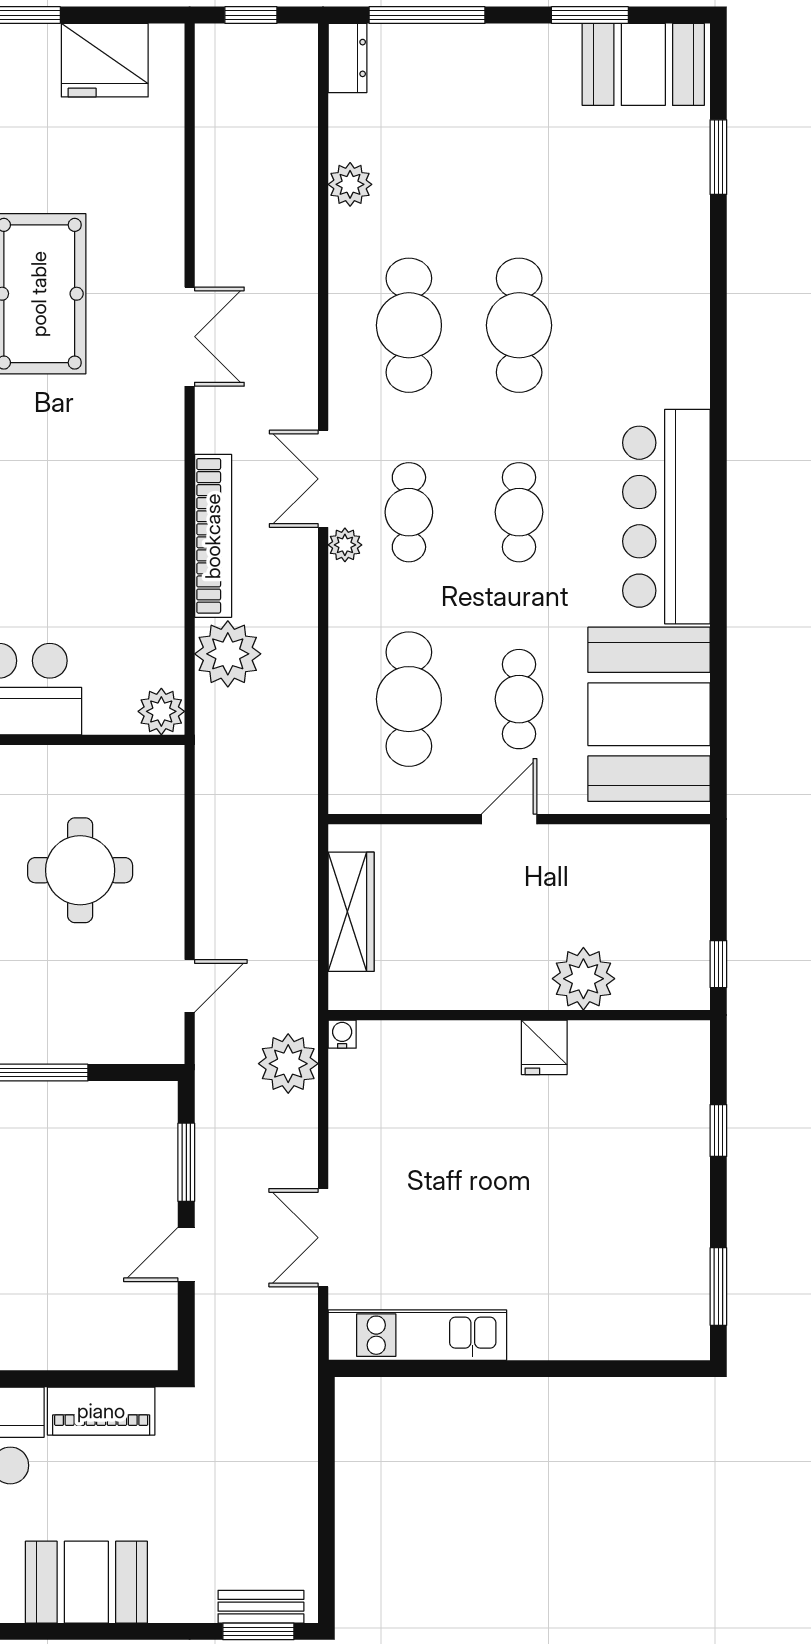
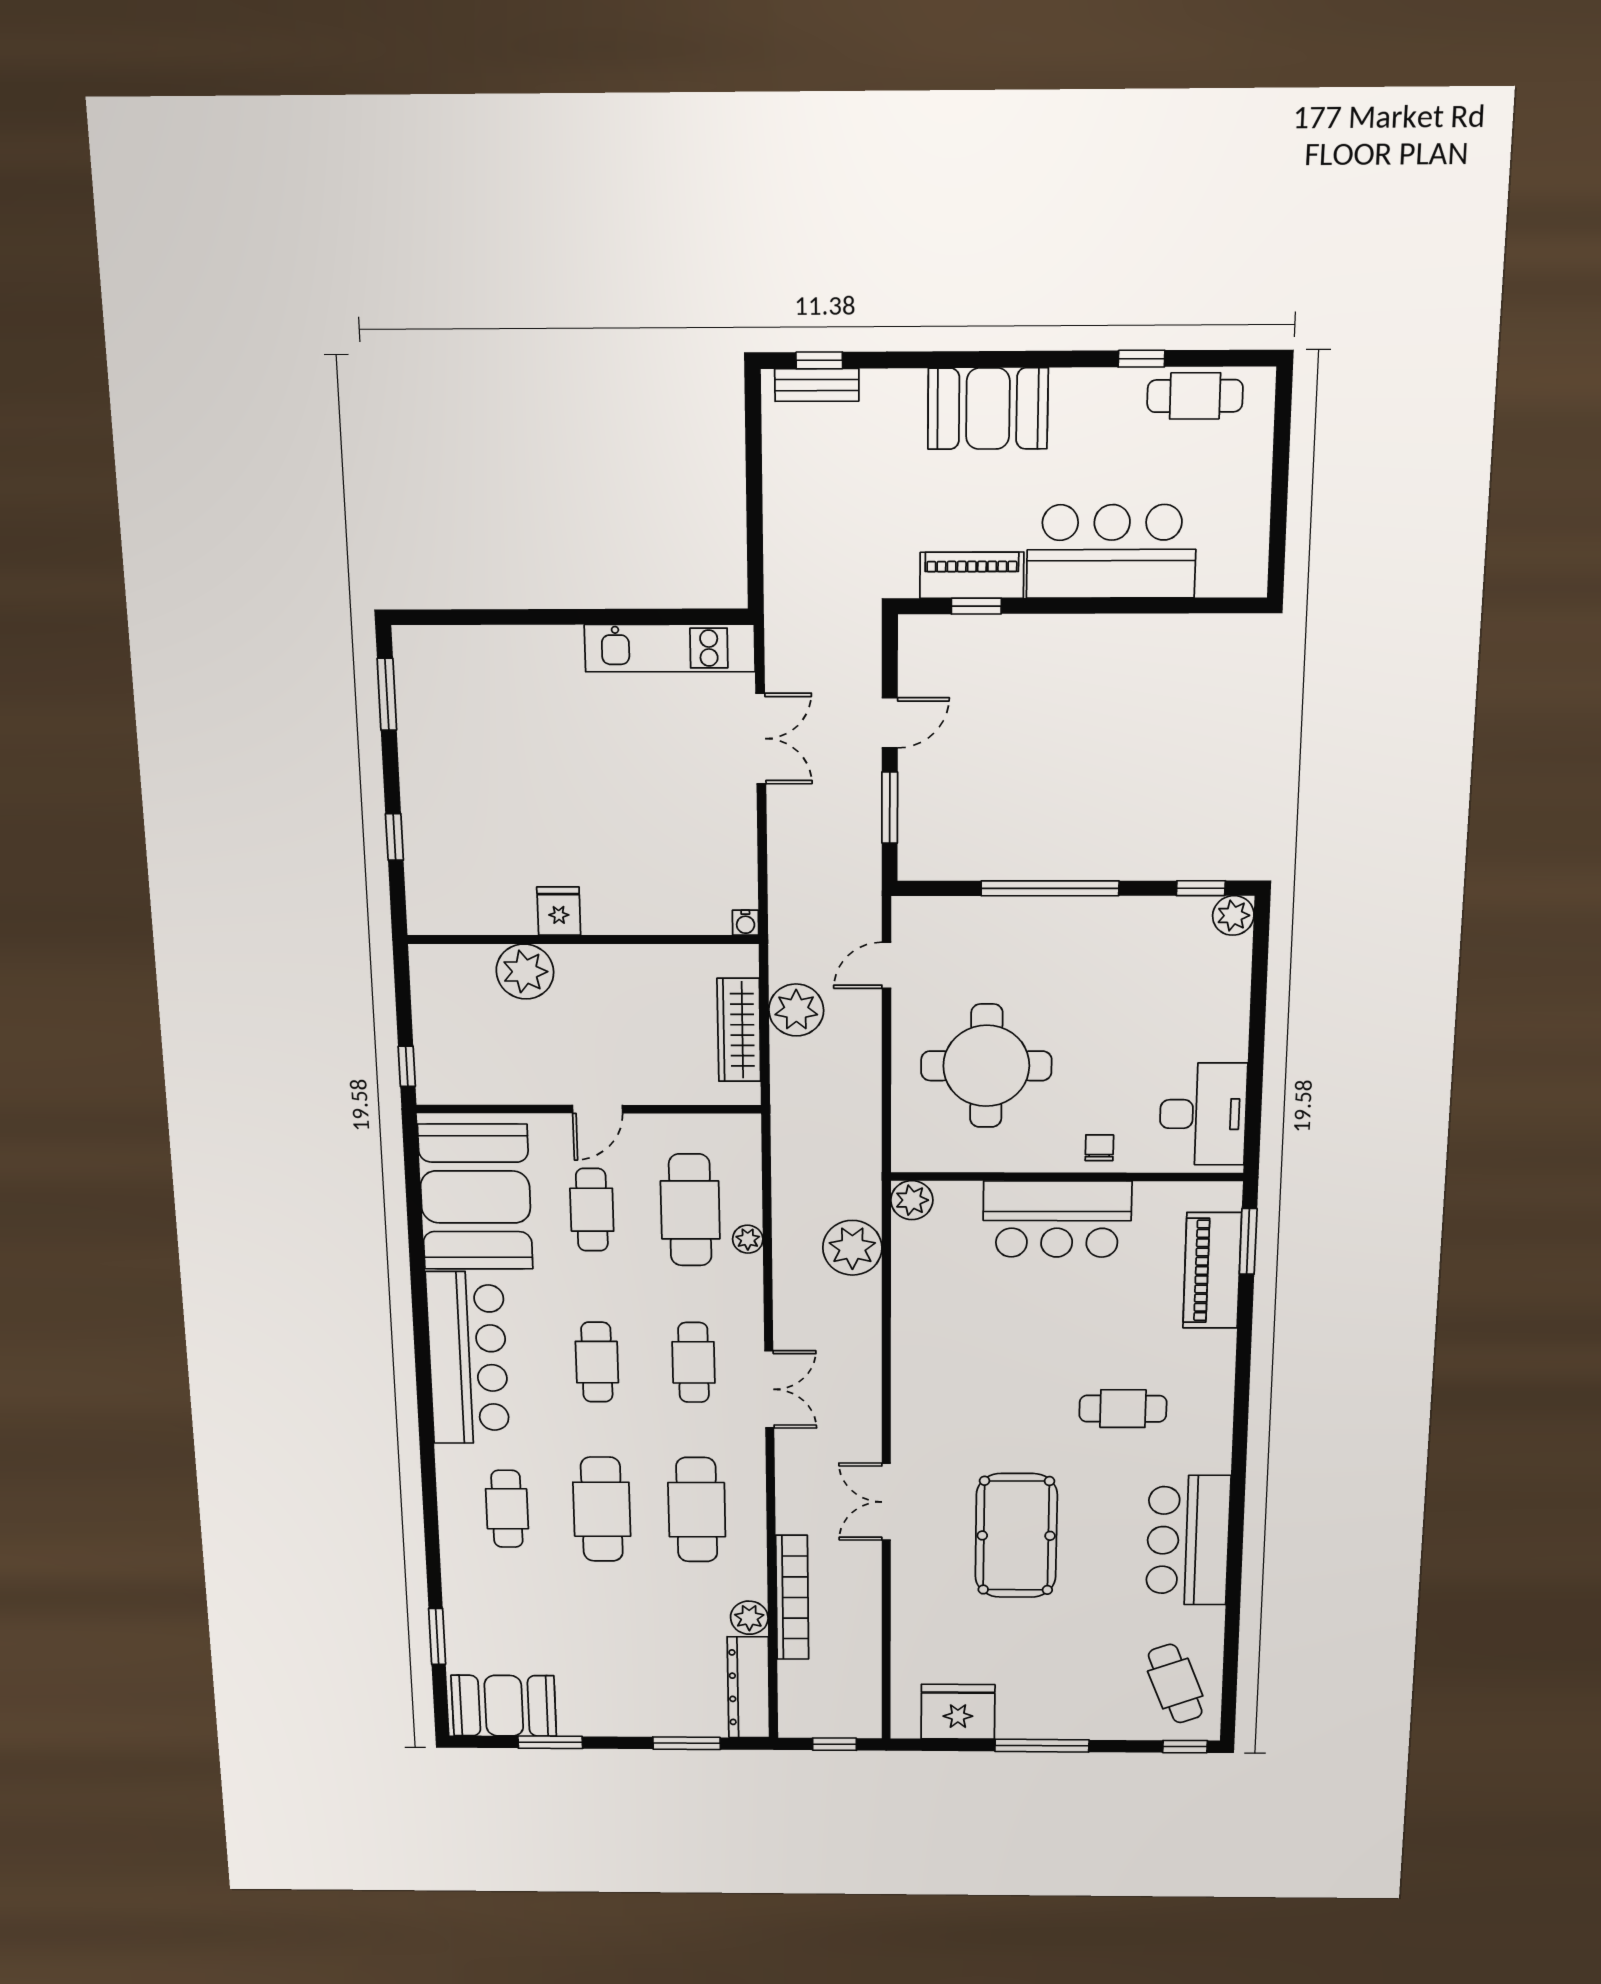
window: (427, 15) -> (687, 1743), width x0.69
dresser: (347, 58) -> (749, 1687), width x1.96, depth x1.24
cafe table: (629, 325) -> (507, 1509), added
bookcase: (213, 536) -> (792, 1597), moved, turned 180
plant: (345, 545) -> (748, 1239), moved
round table: (80, 870) -> (986, 1066), width x1.36, depth x1.36
window: (718, 964) -> (407, 1066), moved
plant: (288, 1064) -> (796, 1010), moved
window: (96, 1379) -> (976, 606), added
window: (258, 1631) -> (819, 360), width x0.67

